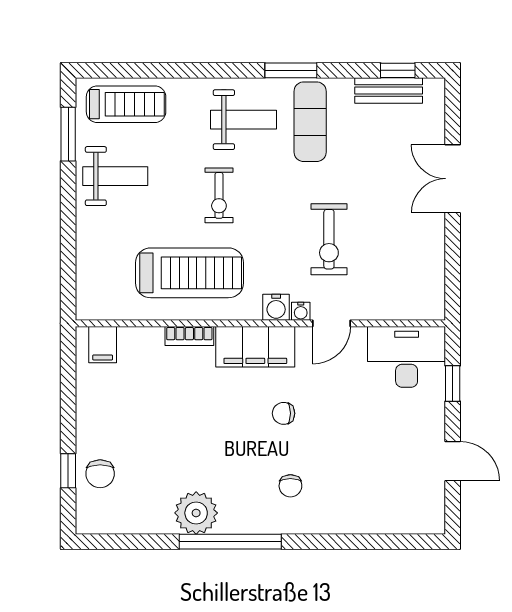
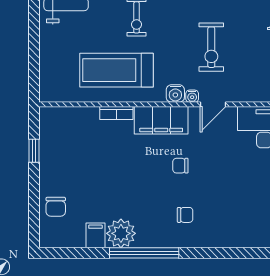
treadmill: (190, 273) -> (117, 70), turned 180
filing cabinet: (103, 345) -> (95, 235), moved, turned 180
window: (68, 471) -> (34, 151), moved
chair: (290, 486) -> (185, 215), turned -90

